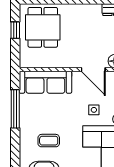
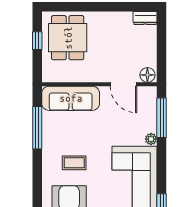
side table: (94, 110) -> (124, 129), removed

